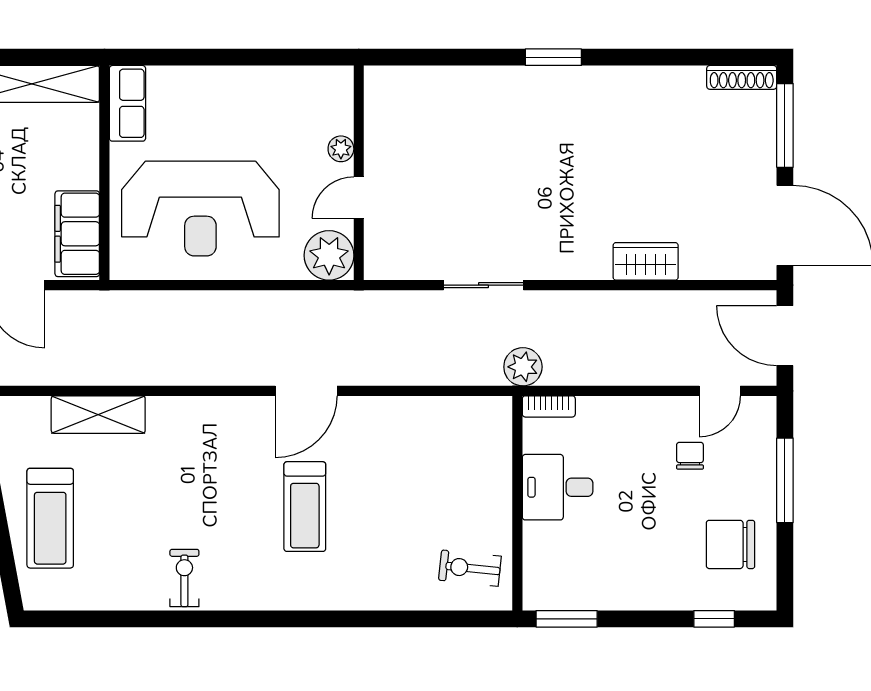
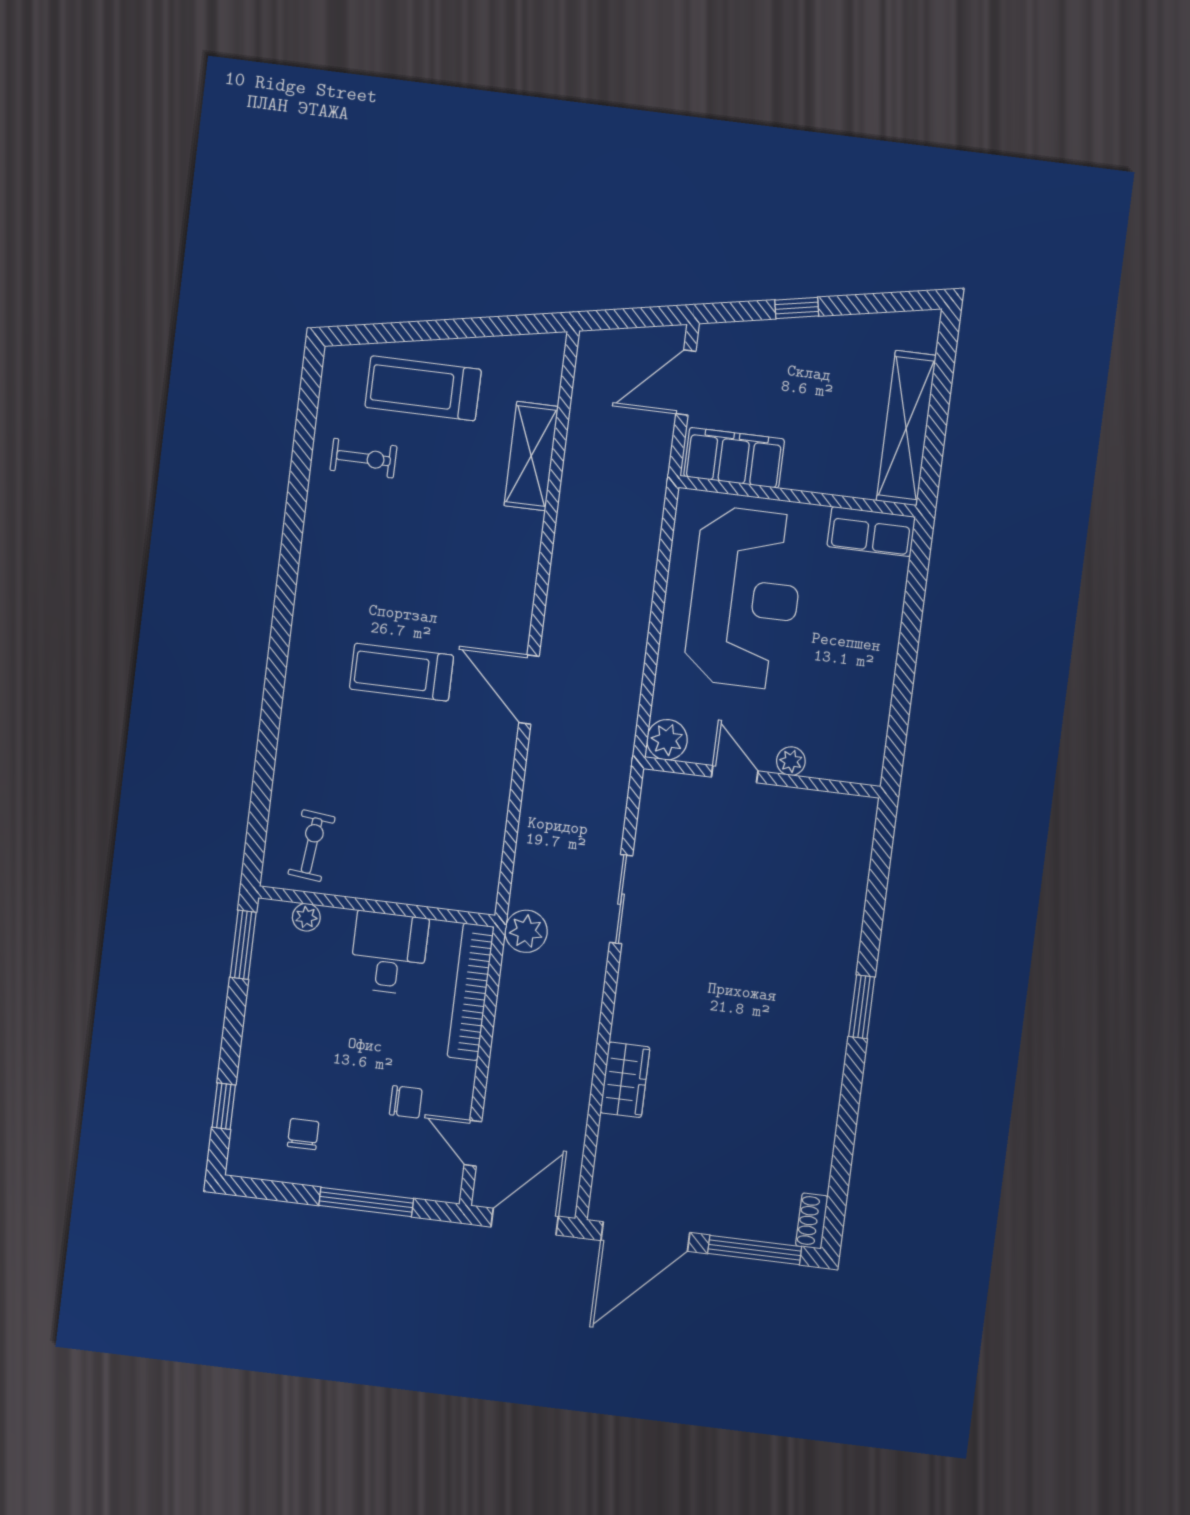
shoe rack: (742, 77) -> (812, 1221), width x0.70
reception desk: (200, 209) -> (745, 598), turned 180
plant: (329, 255) -> (667, 740), width x0.73, depth x0.73
bookcase: (549, 406) -> (471, 992), width x2.31, depth x1.31
chair: (730, 544) -> (303, 1134), width x0.54, depth x0.54
plant: (535, 565) -> (306, 917), added
exercise bike: (184, 578) -> (364, 458), moved

